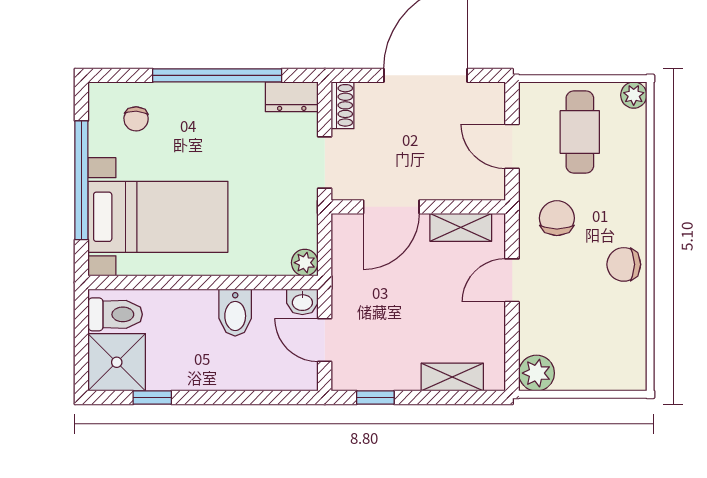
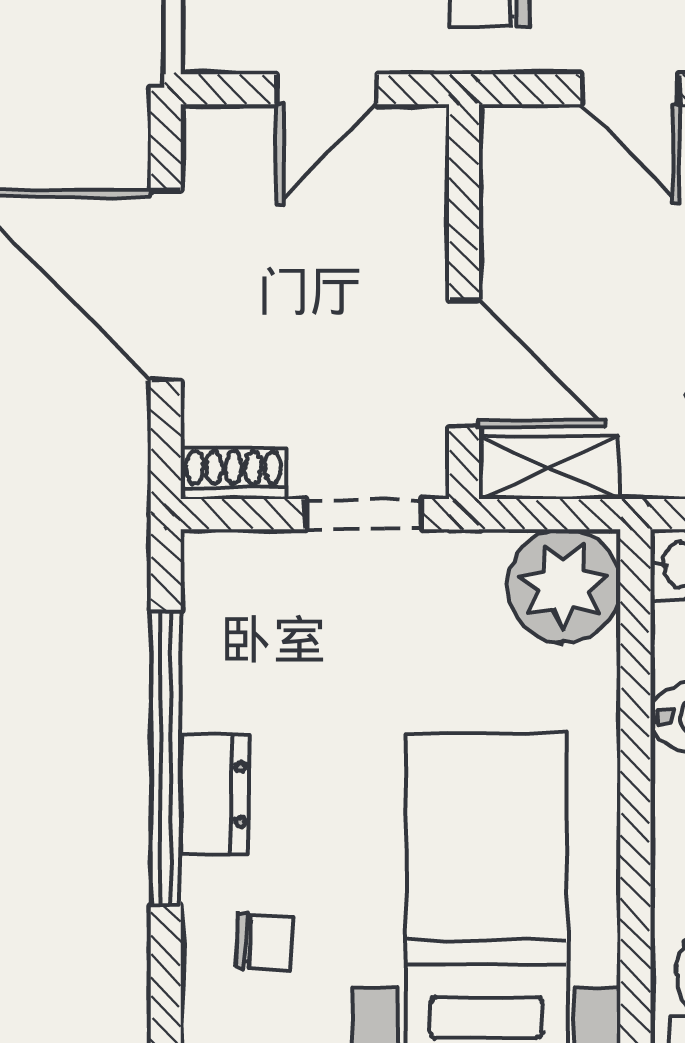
dresser: (292, 97) -> (214, 794), moved
shelving: (461, 227) -> (549, 468), moved, turned 90
plant: (305, 263) -> (564, 586), width x1.88, depth x1.88

